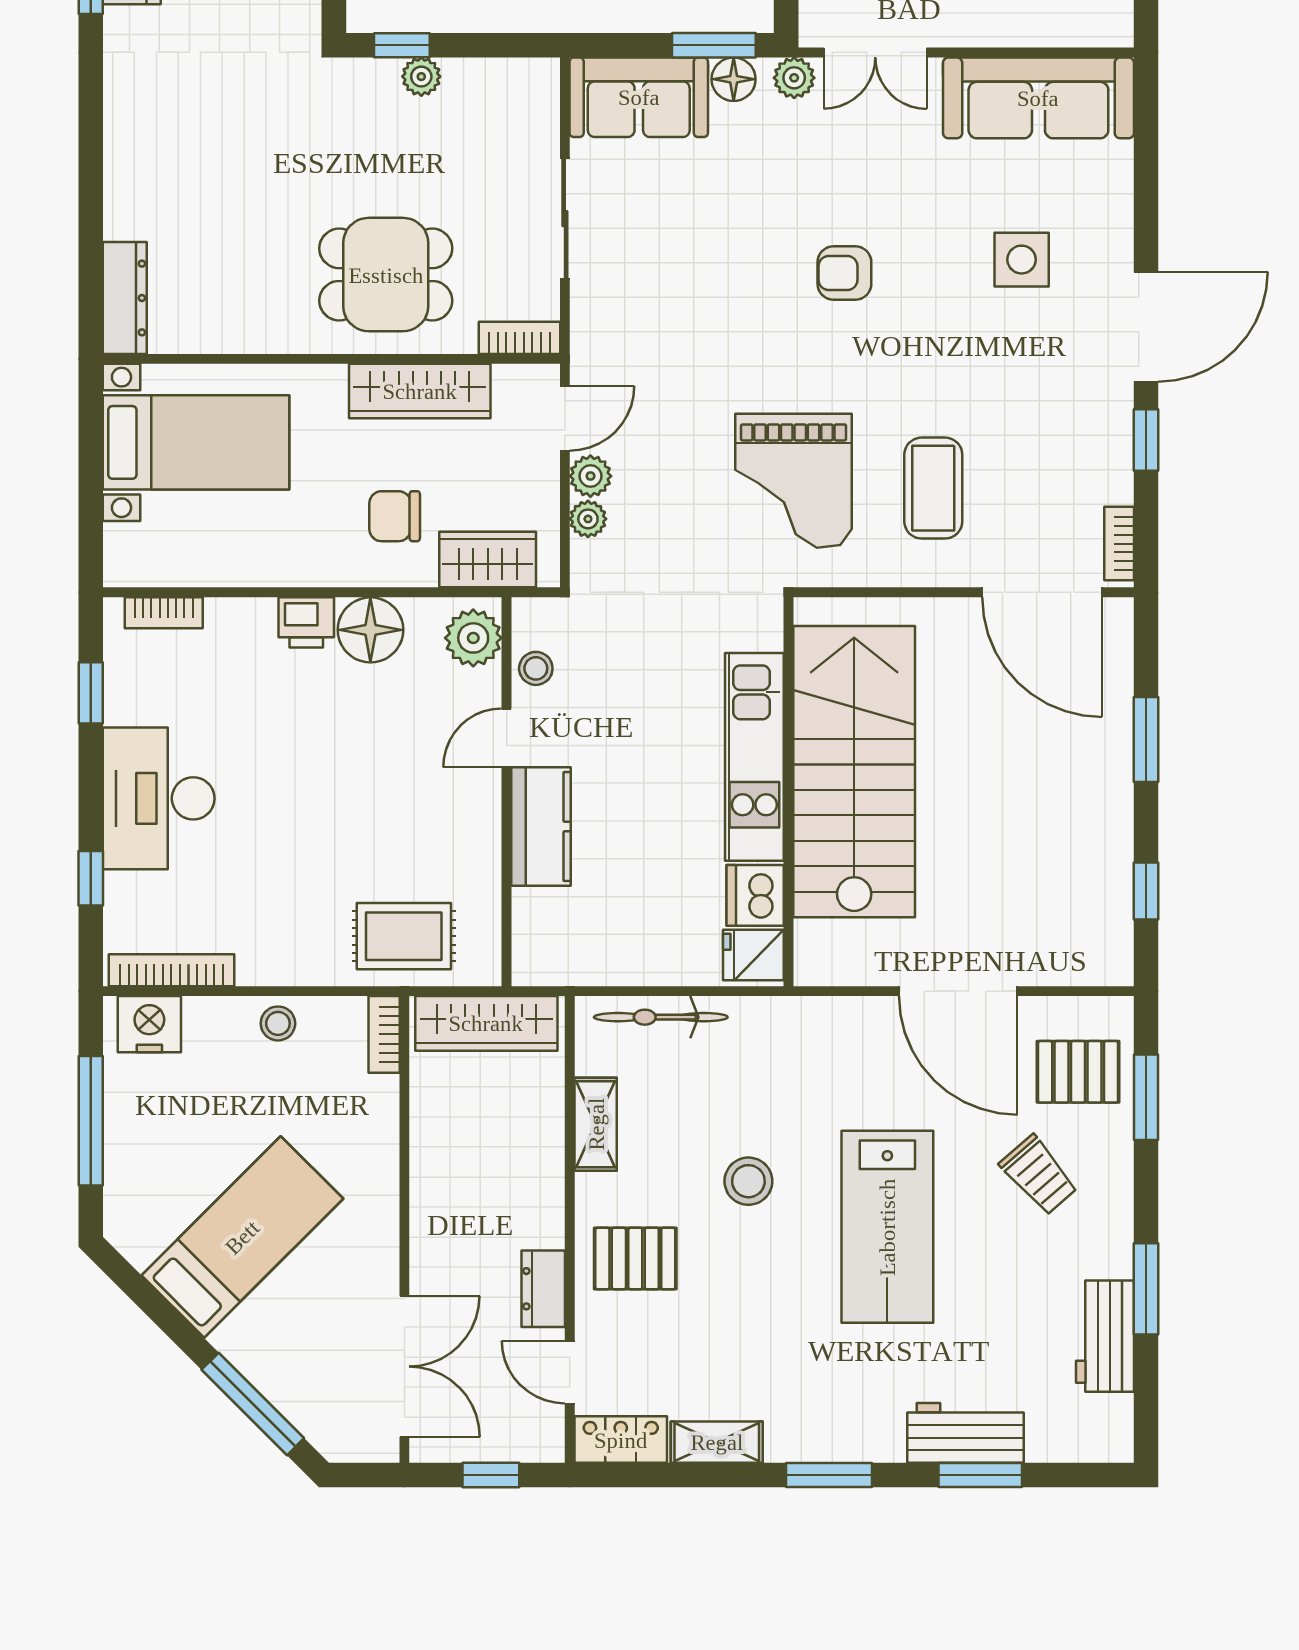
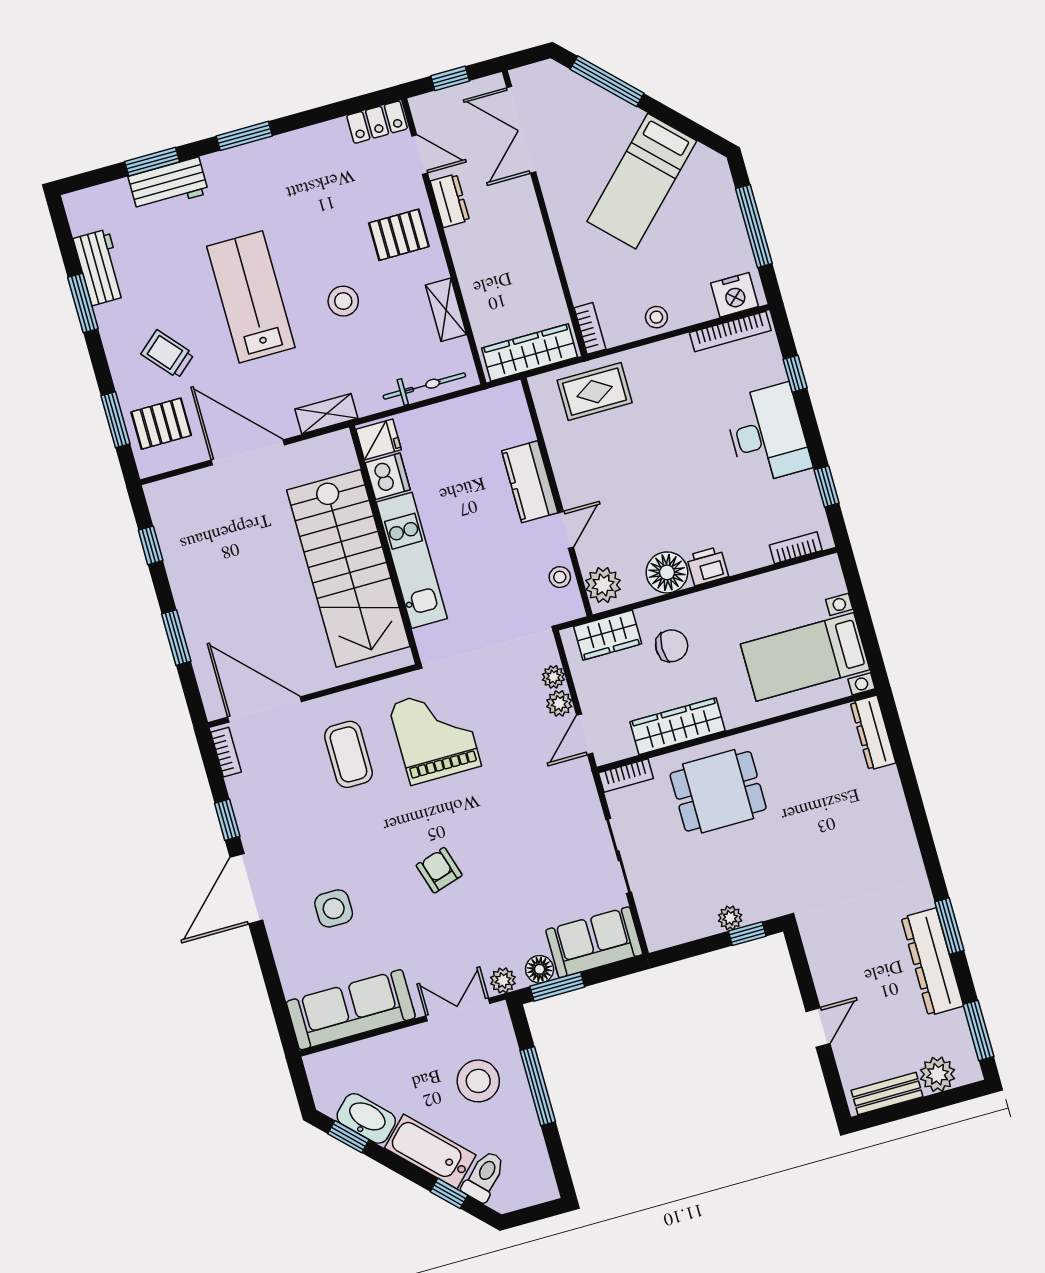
armchair: (844, 273) -> (439, 870), turned -107
shelving: (717, 1442) -> (326, 414), moved

